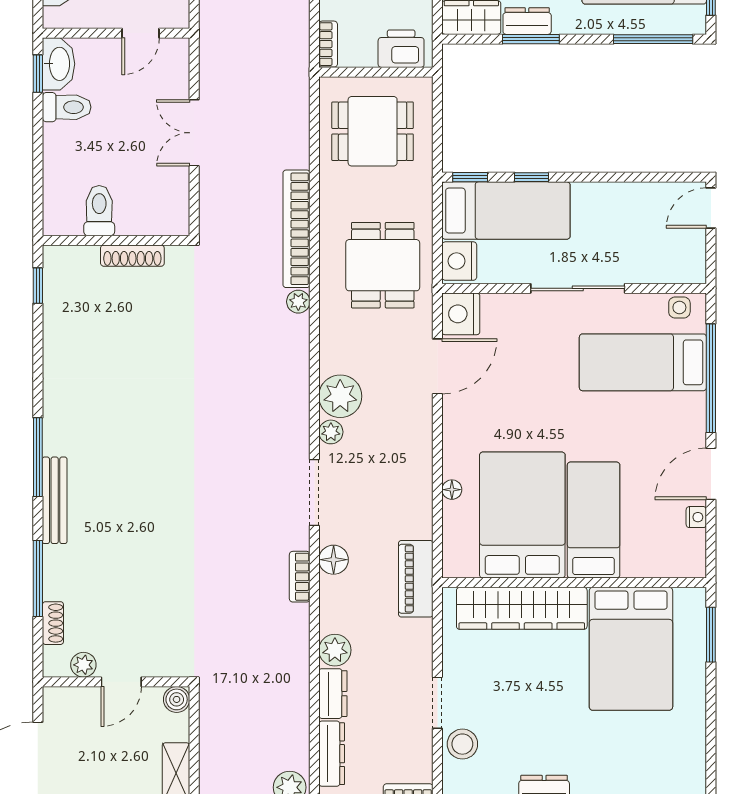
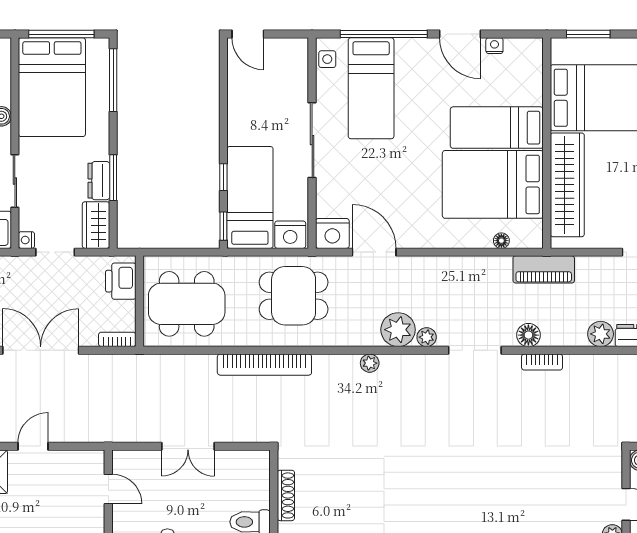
dining table: (373, 131) -> (187, 304), width x1.38
plant: (298, 302) -> (370, 363), moved
floor lamp: (452, 490) -> (501, 241), moved

